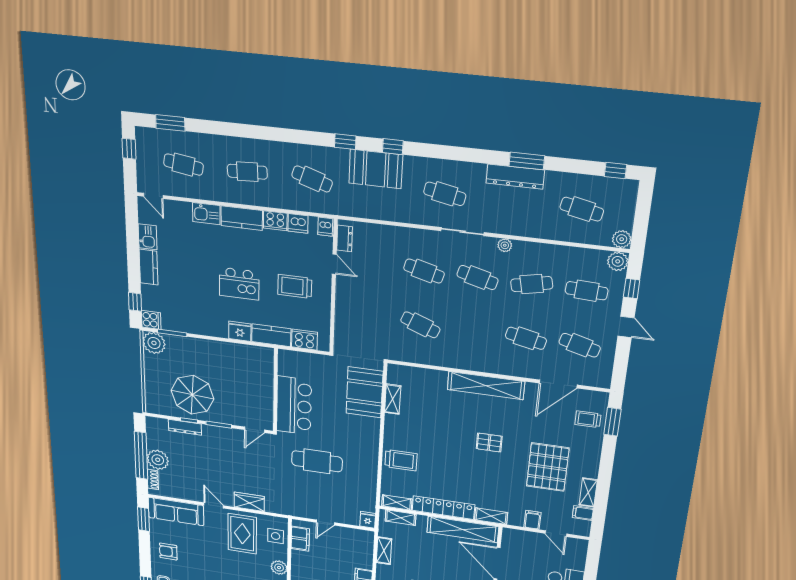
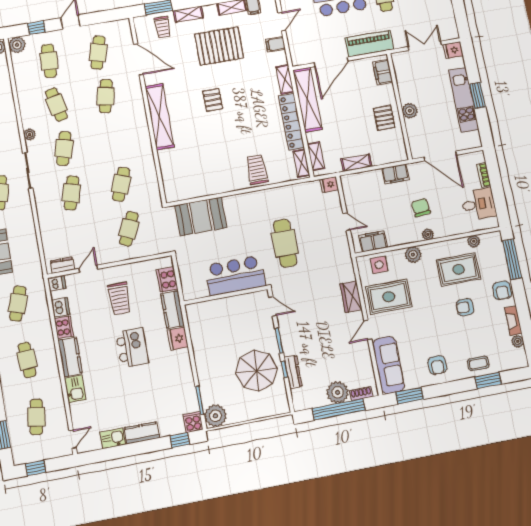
cafe table: (369, 318) -> (129, 229), added
shelving: (393, 399) -> (188, 14), moved

